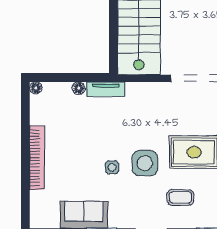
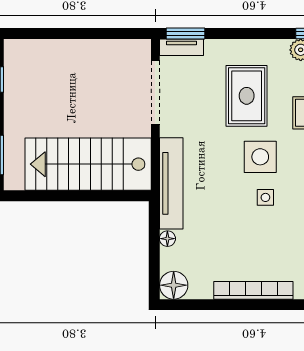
floor lamp: (36, 88) -> (174, 285), width x1.89, depth x1.89
tv unit: (106, 89) -> (171, 183), width x1.92, depth x1.29

